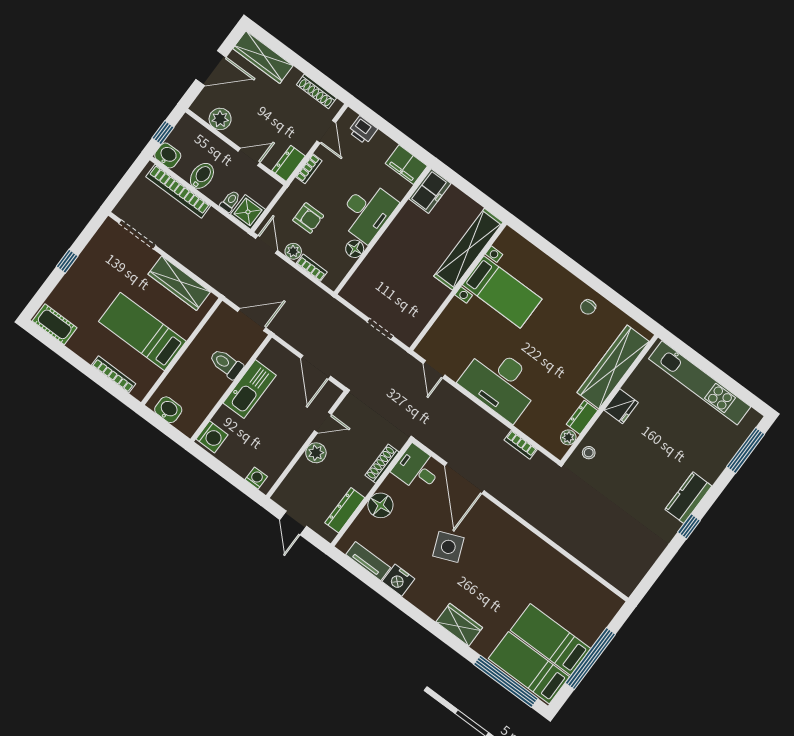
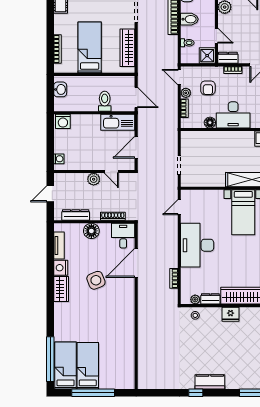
shower: (248, 212) -> (207, 56), moved
door: (267, 244) -> (179, 77), swing flipped
kitchen sink: (250, 389) -> (118, 122), moved
wardrobe: (459, 625) -> (61, 289), moved

